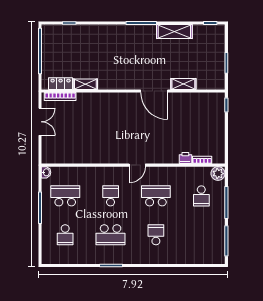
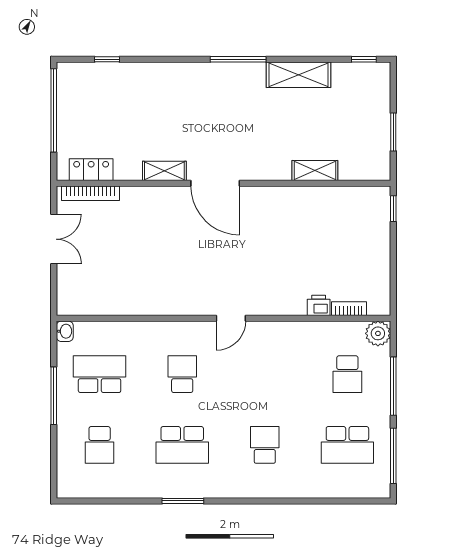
shelving: (85, 84) -> (164, 171), moved
door: (154, 91) -> (215, 183), moved
school desk: (156, 196) -> (347, 445), moved, turned 180

